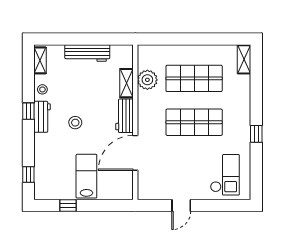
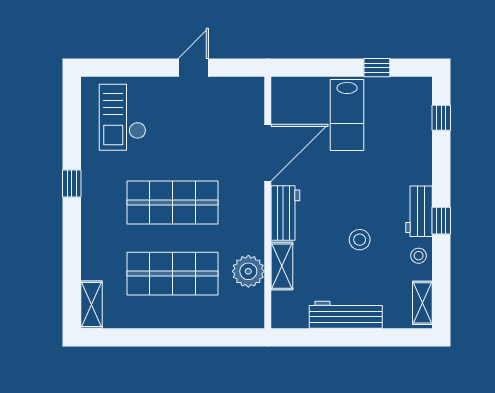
stool: (75, 123) -> (360, 240), moved

